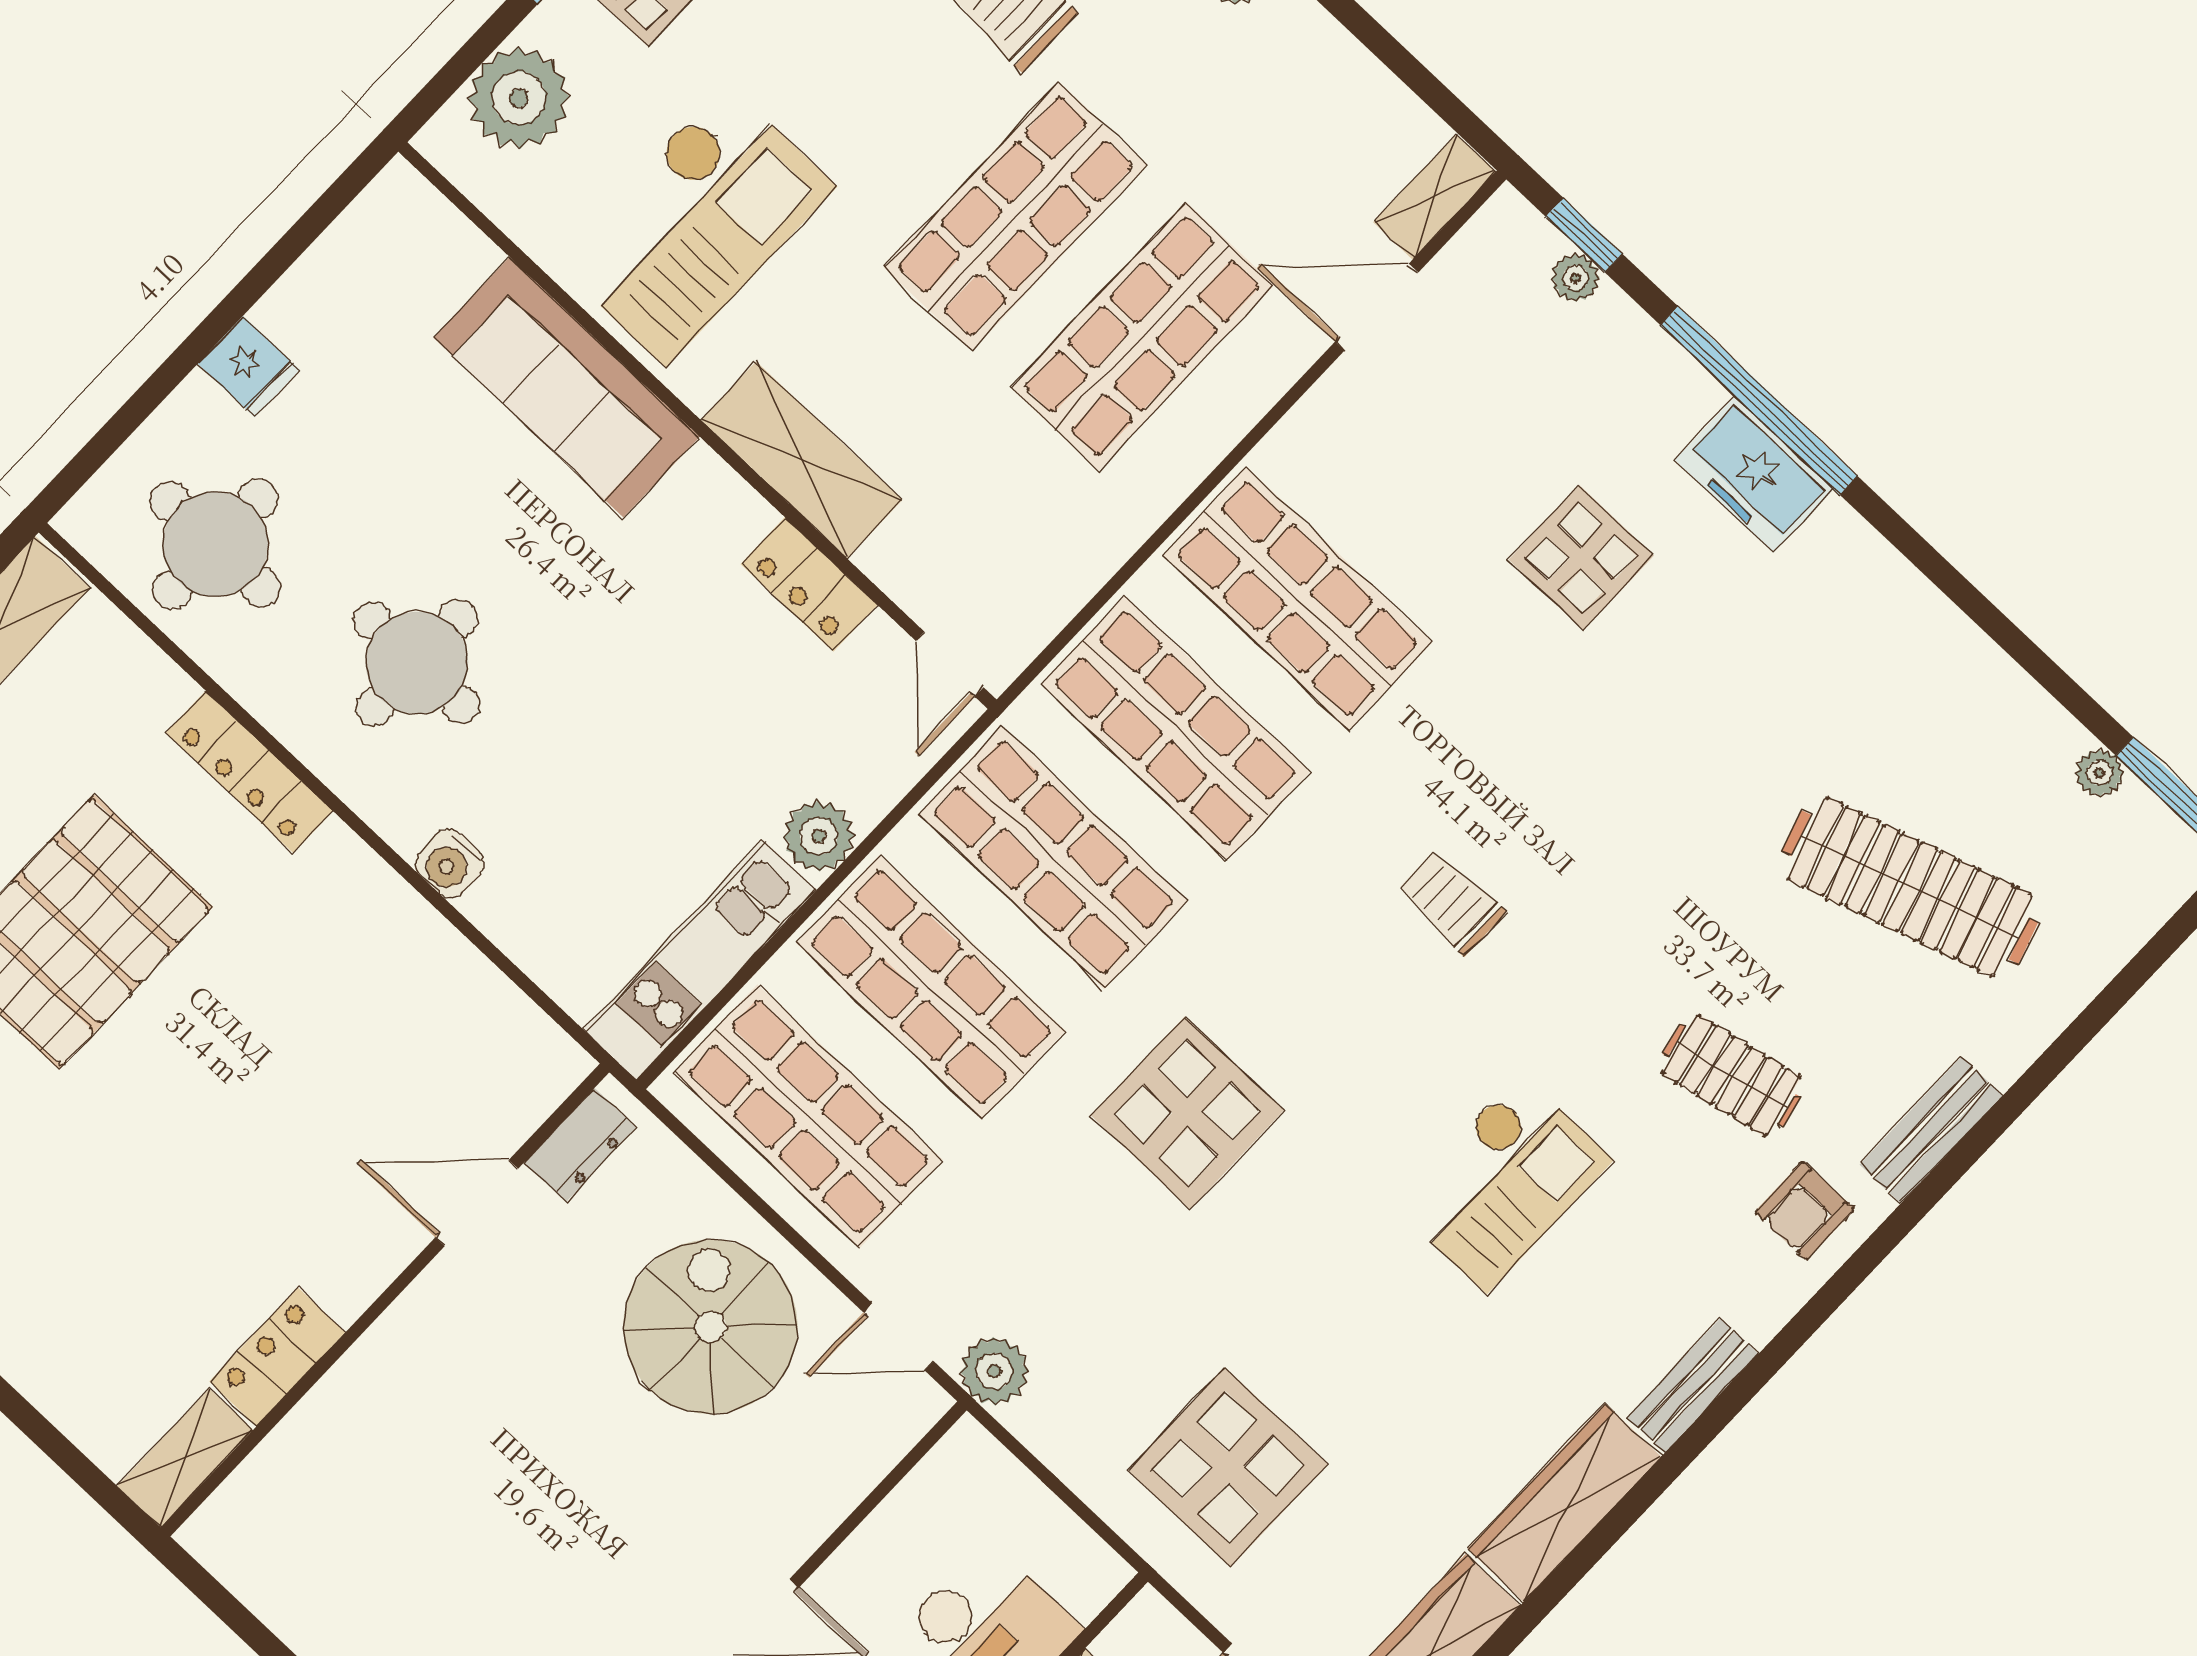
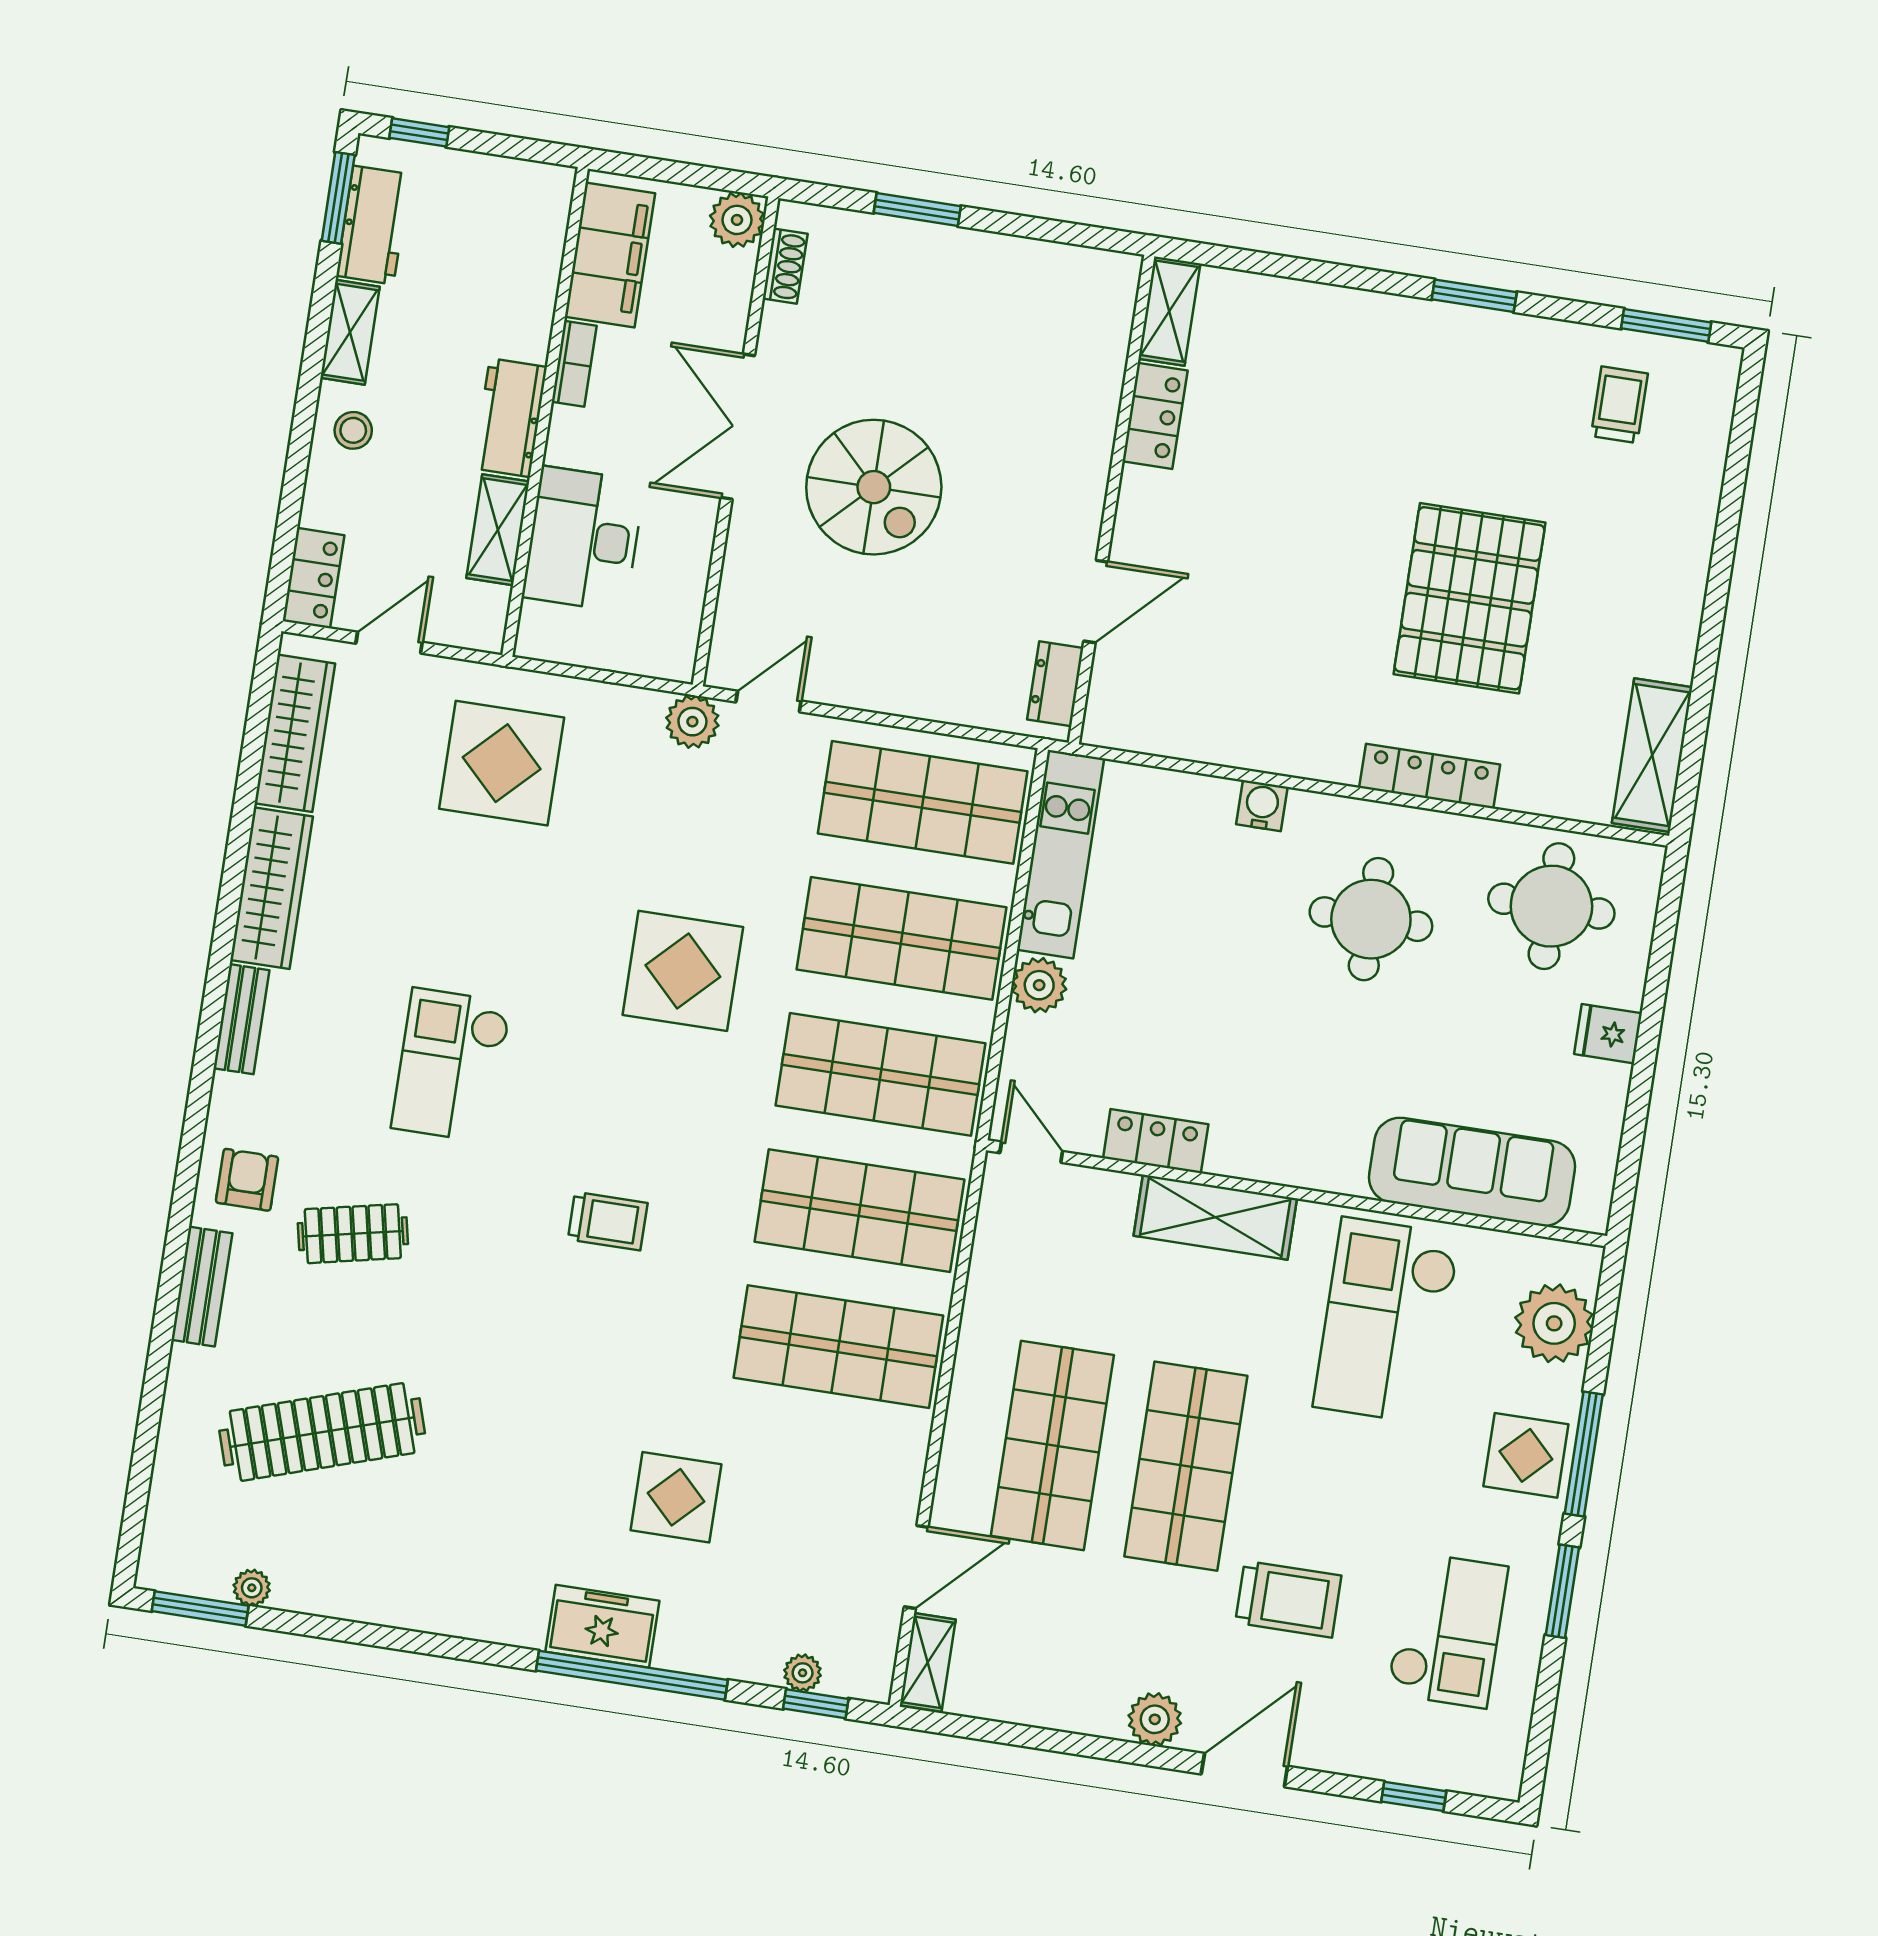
sofa: (567, 387) -> (1472, 1172), moved
spiral stairs: (710, 1327) -> (874, 487), moved

